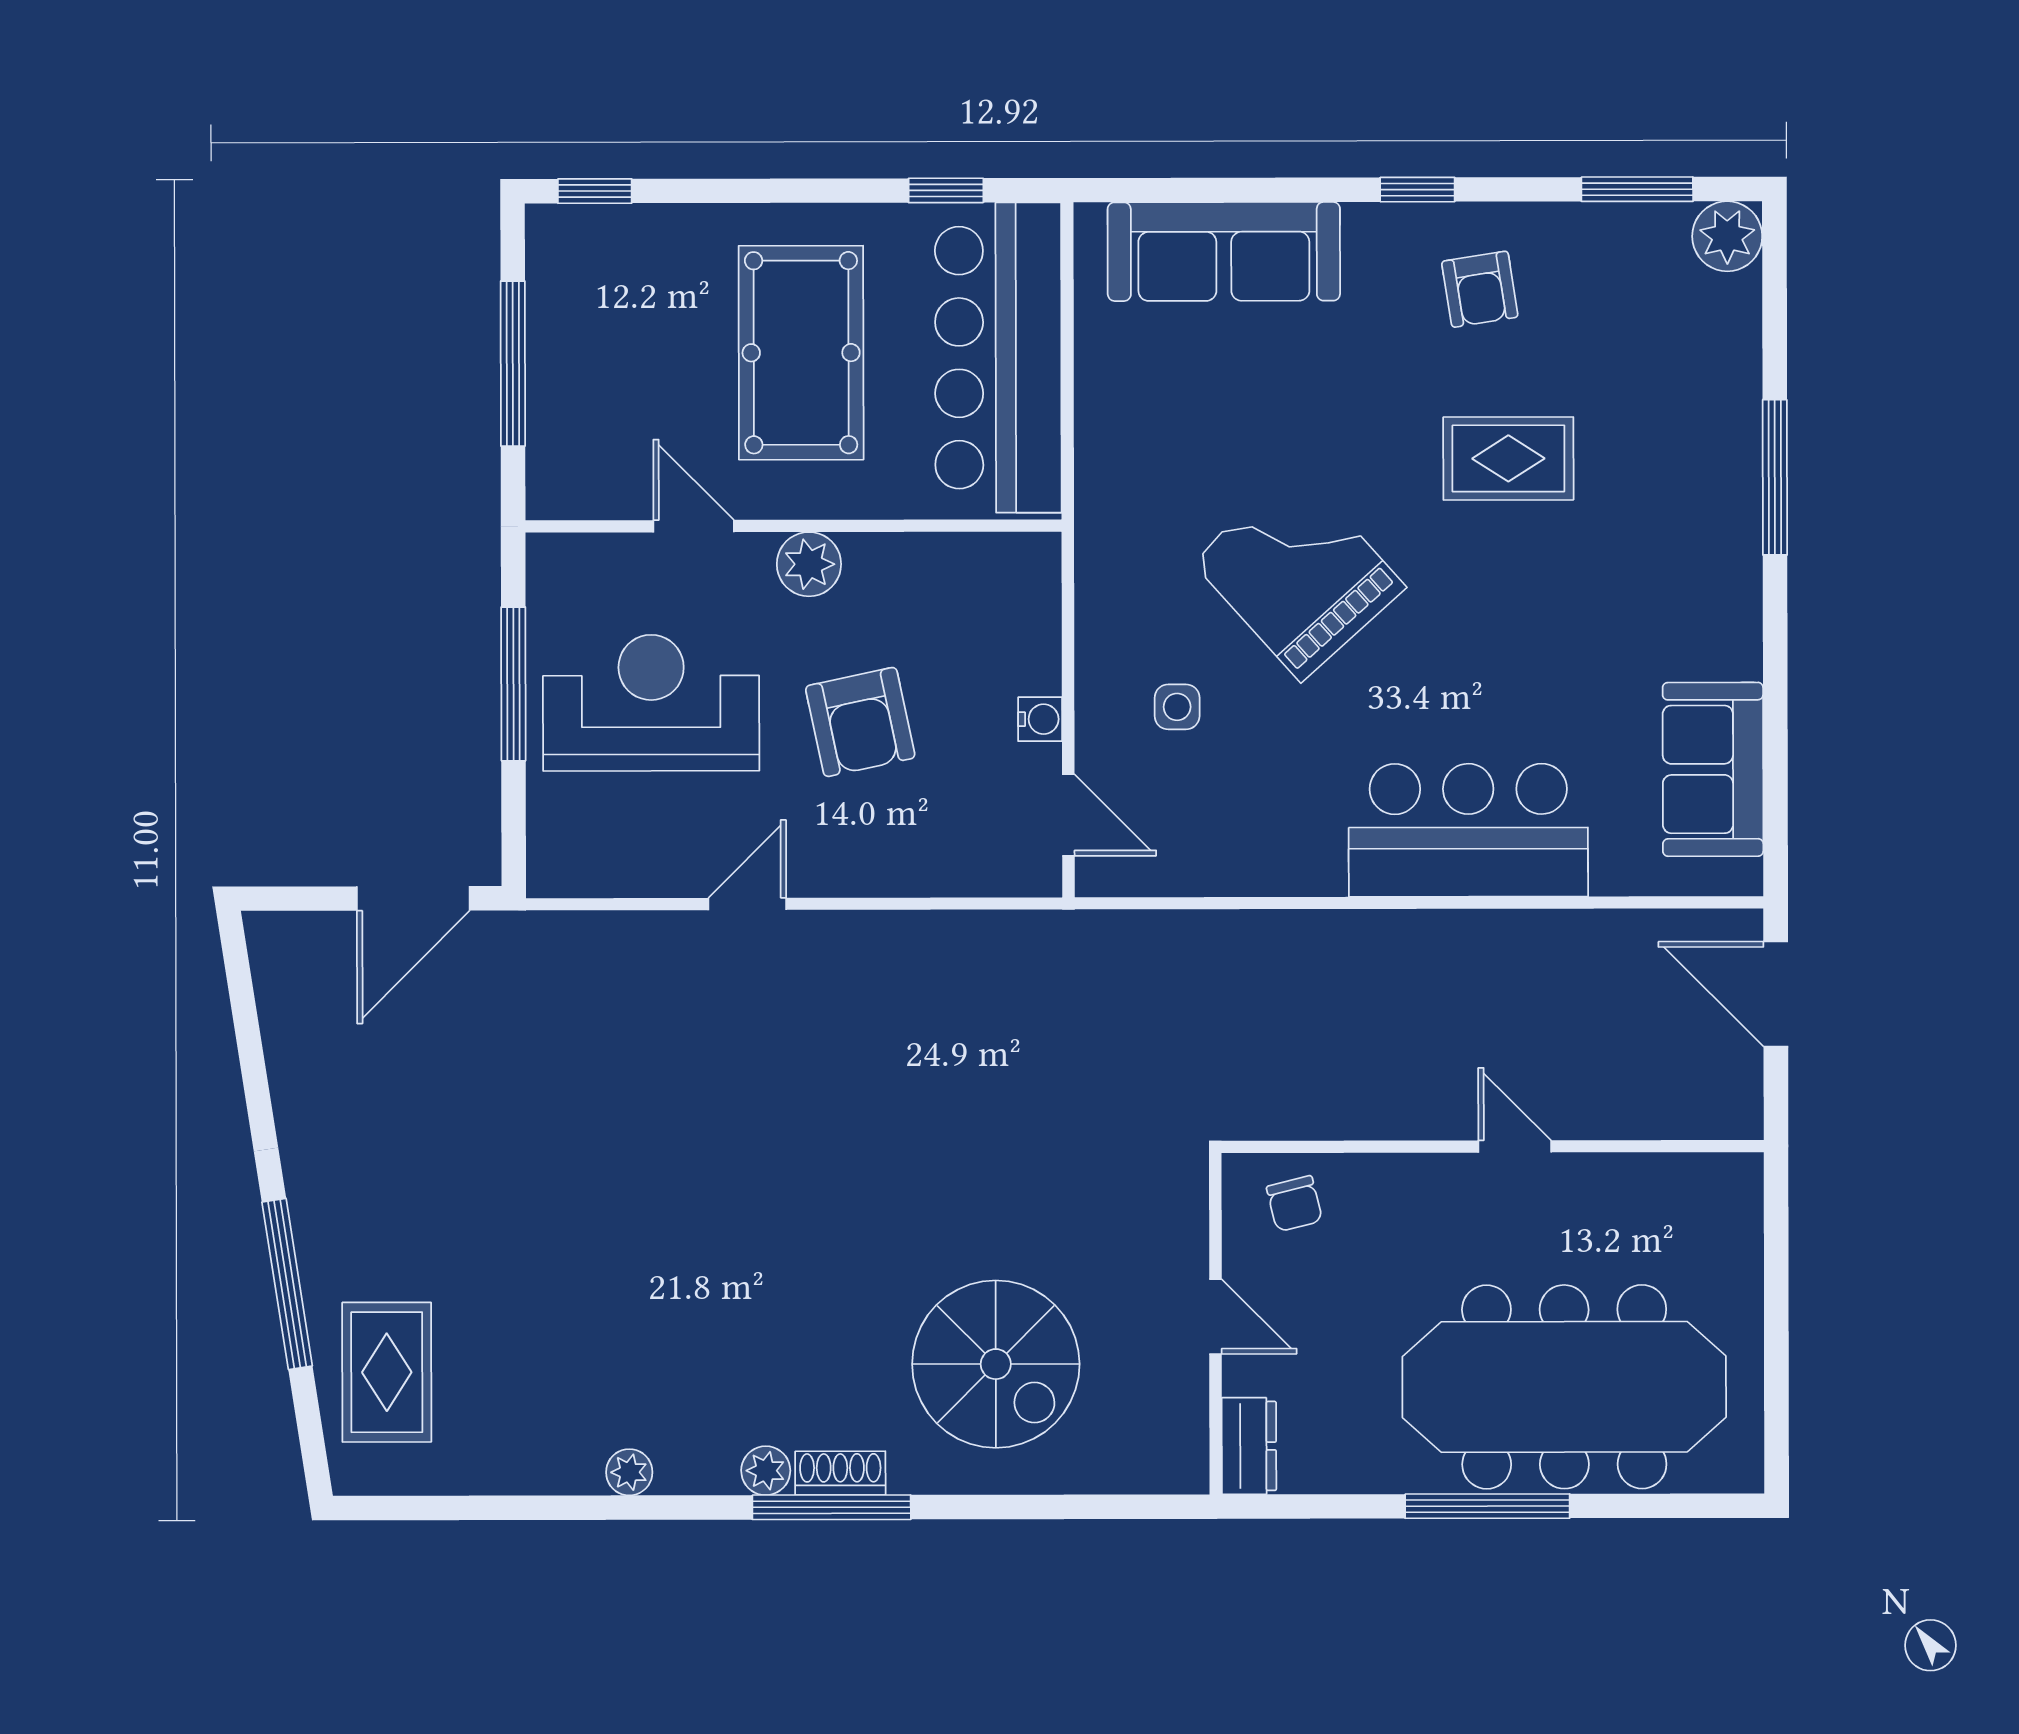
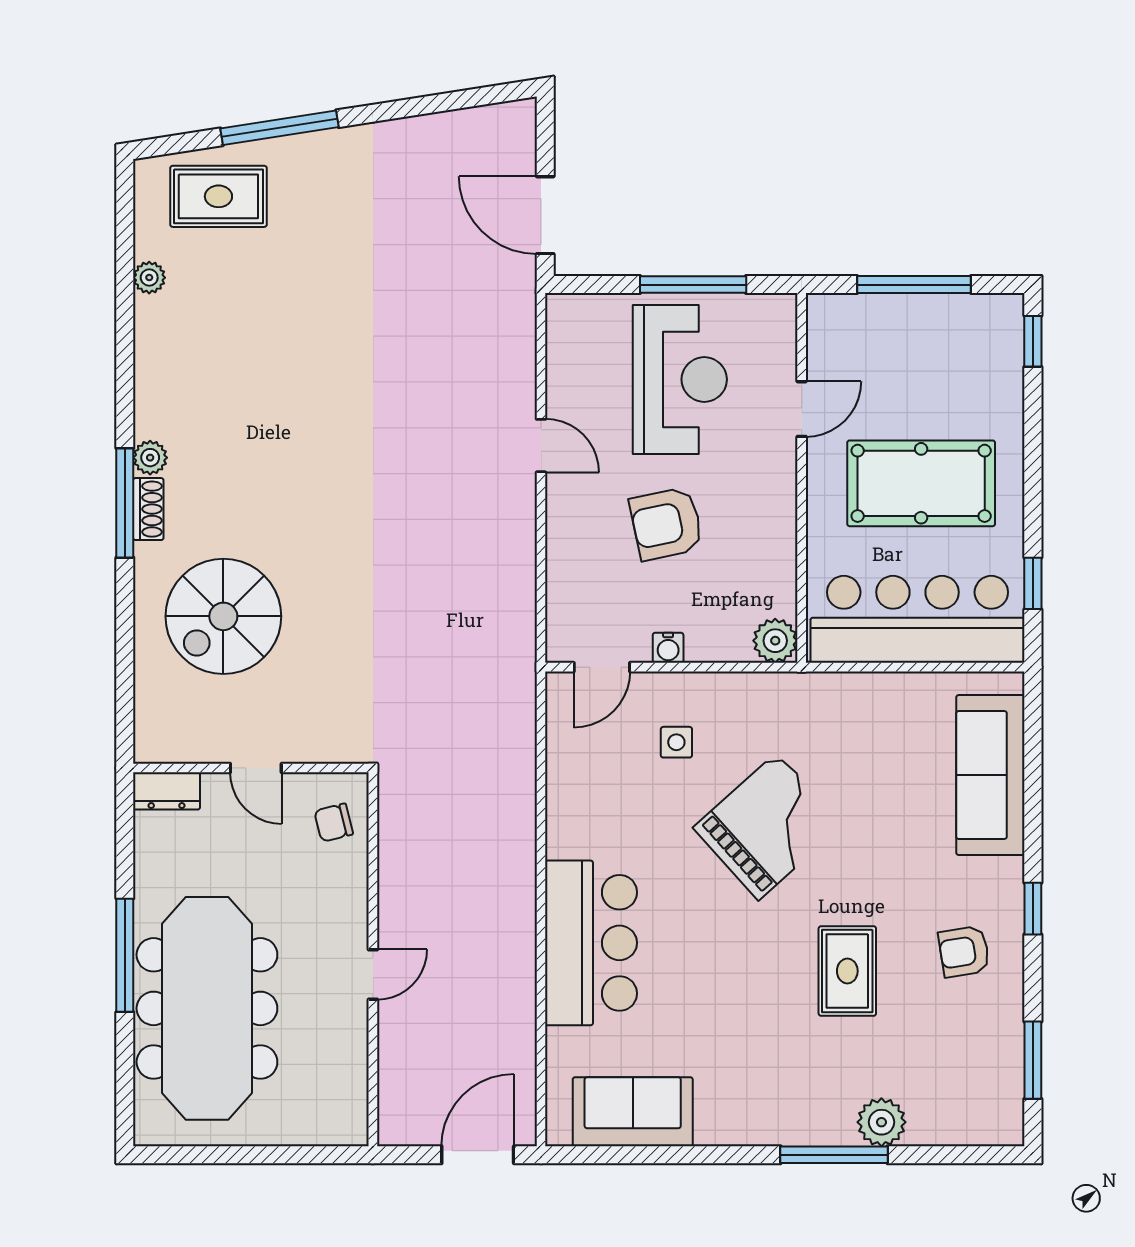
plant: (1727, 236) -> (881, 1122), moved
plant: (809, 564) -> (775, 641), moved
door: (1216, 1317) -> (256, 768), hinge flipped
plant: (629, 1472) -> (149, 278), moved

